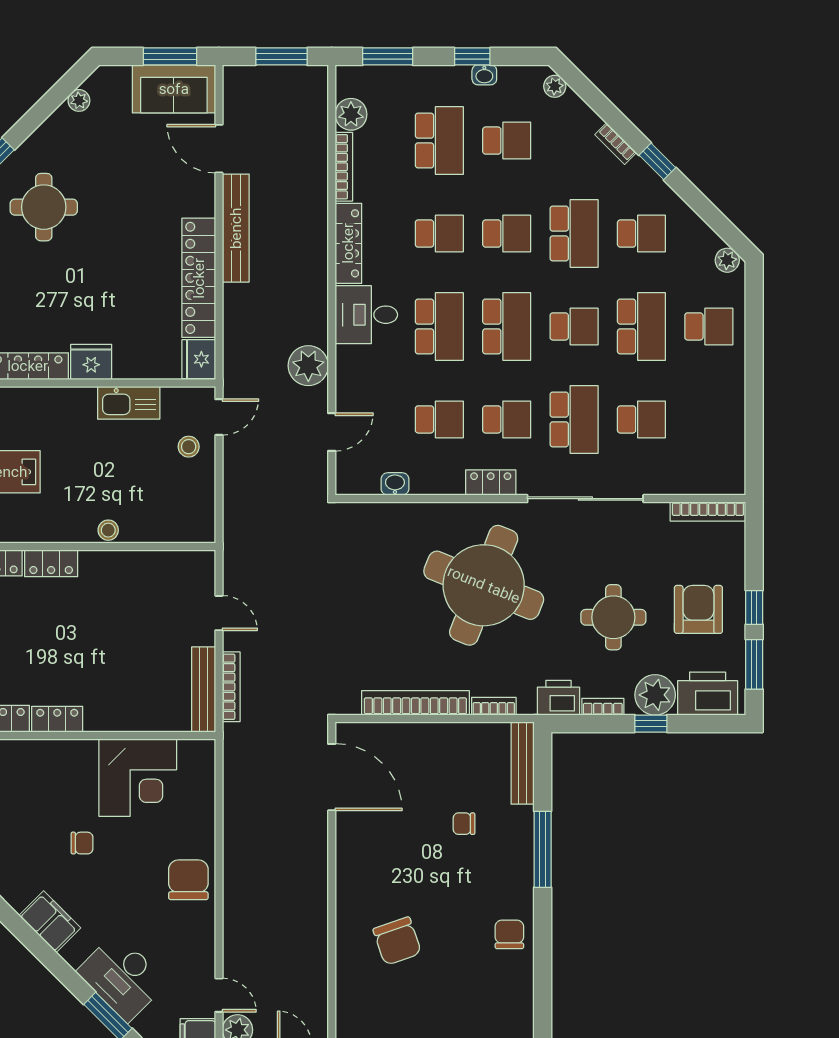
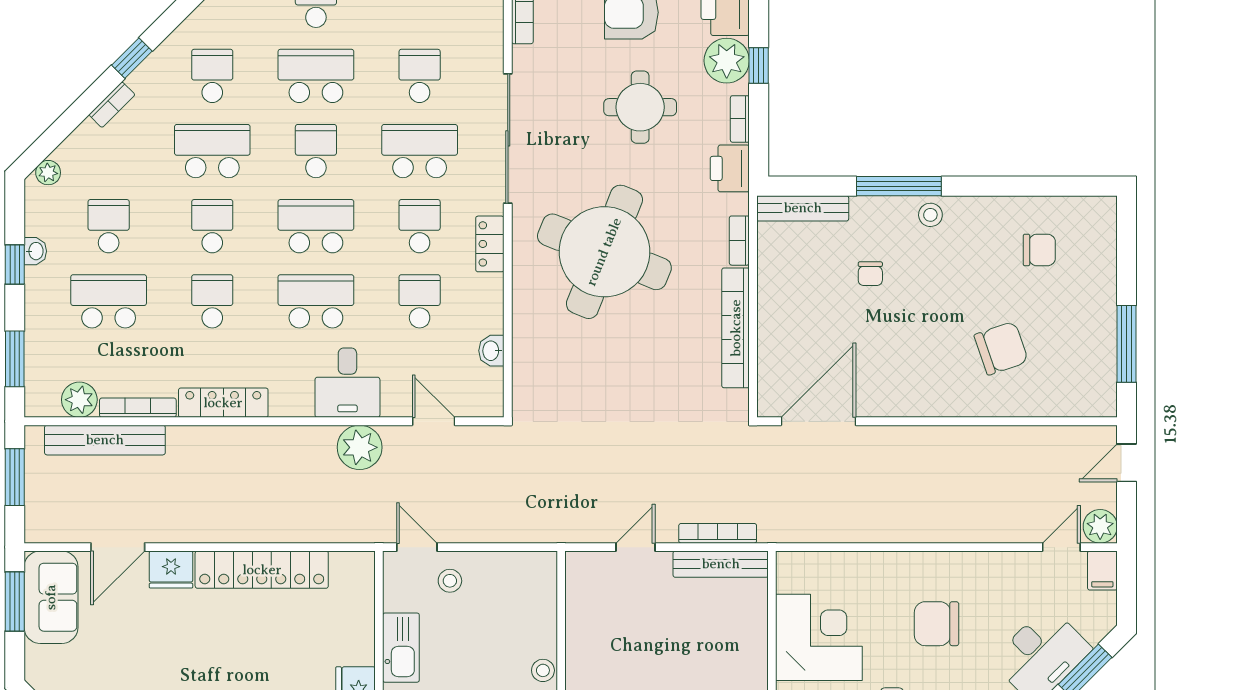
bench: (236, 228) -> (105, 440), moved
desk: (366, 315) -> (347, 383), moved
fridge: (199, 359) -> (171, 570), moved
stool: (517, 878) -> (930, 215), added
chair: (188, 880) -> (937, 624), moved
chair: (509, 934) -> (1039, 250), moved, turned 180

